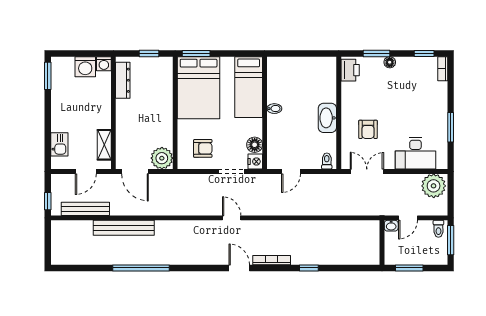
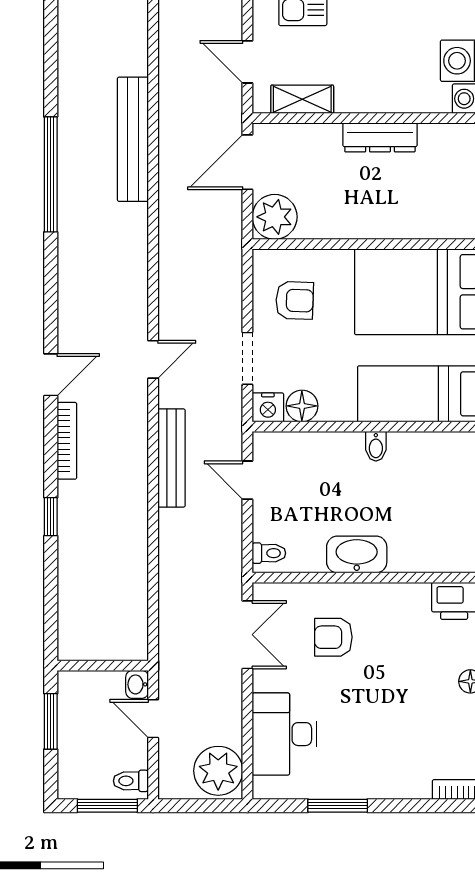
dresser: (123, 80) -> (380, 137), moved
armchair: (203, 148) -> (295, 300), turned -88
bench: (85, 209) -> (171, 458), moved

